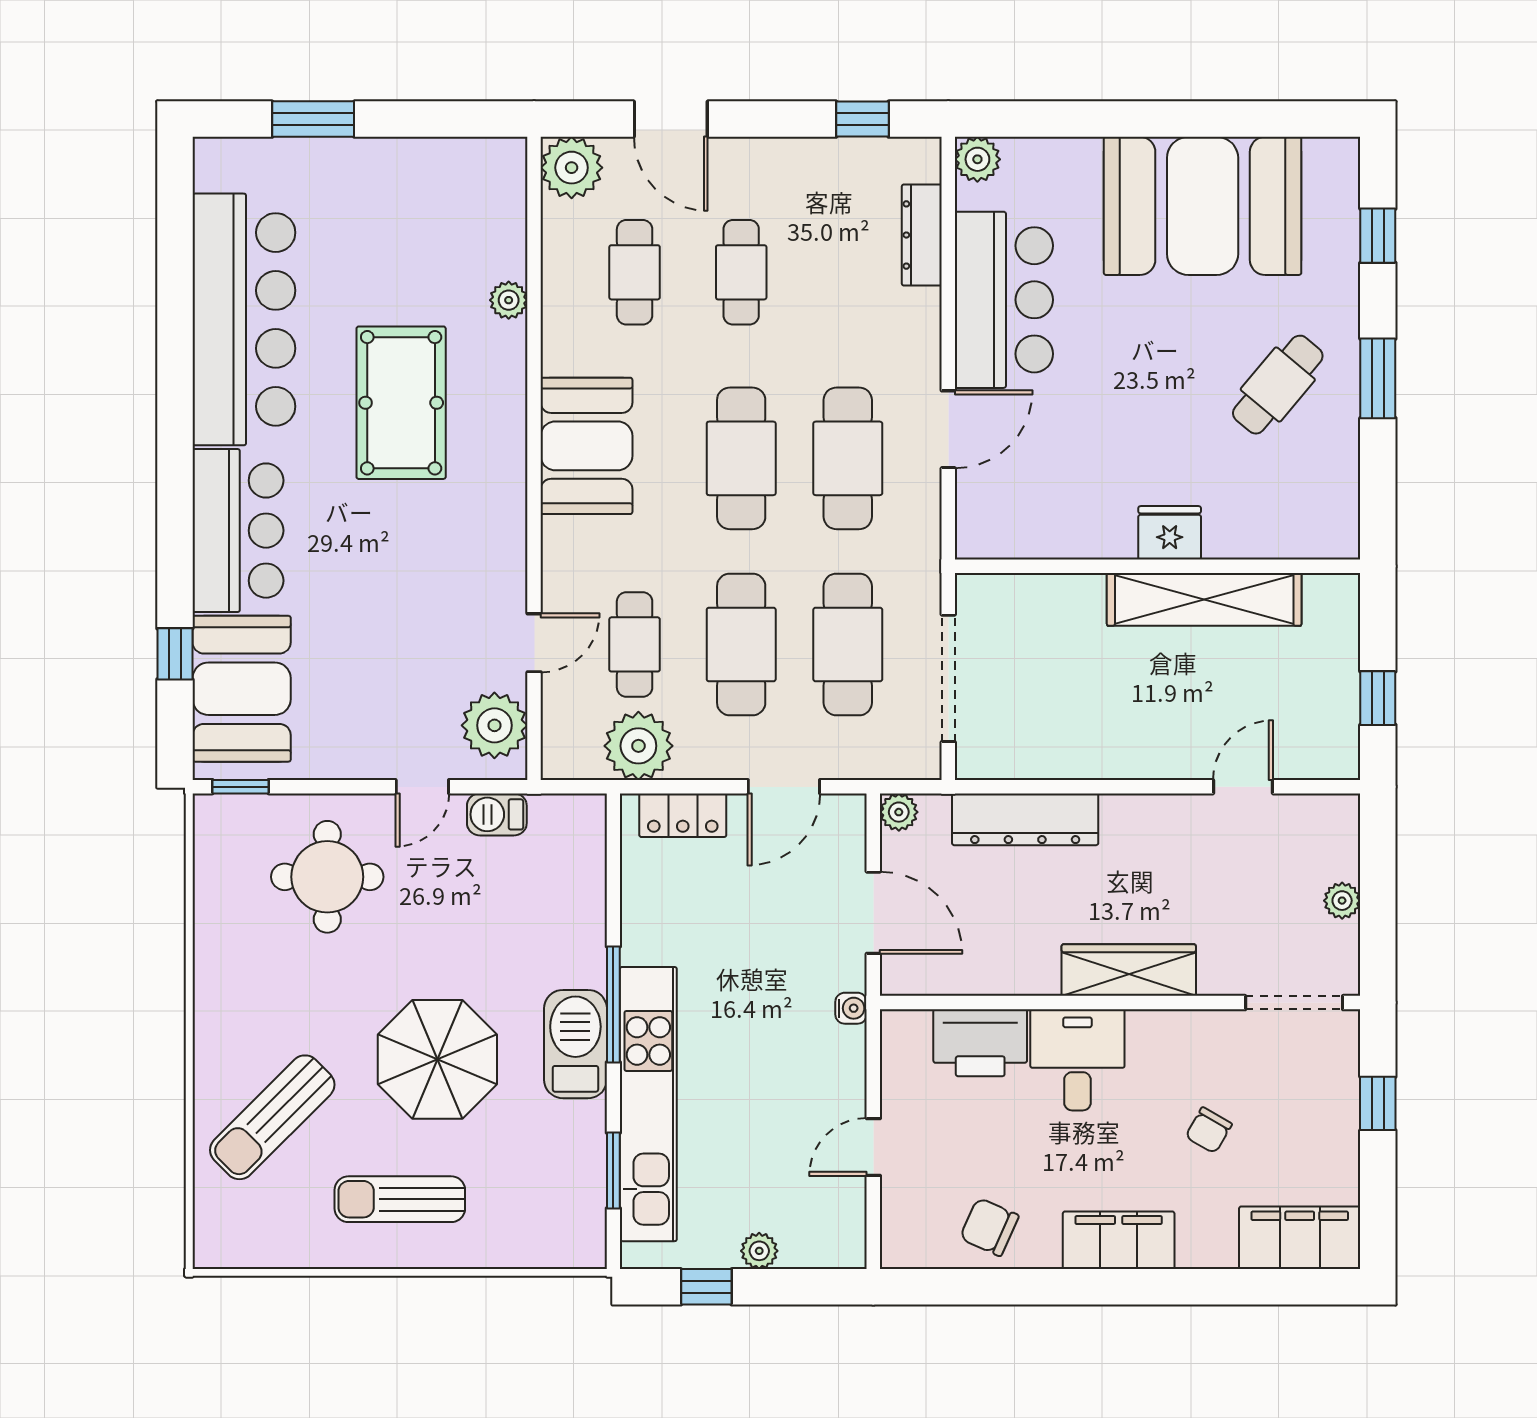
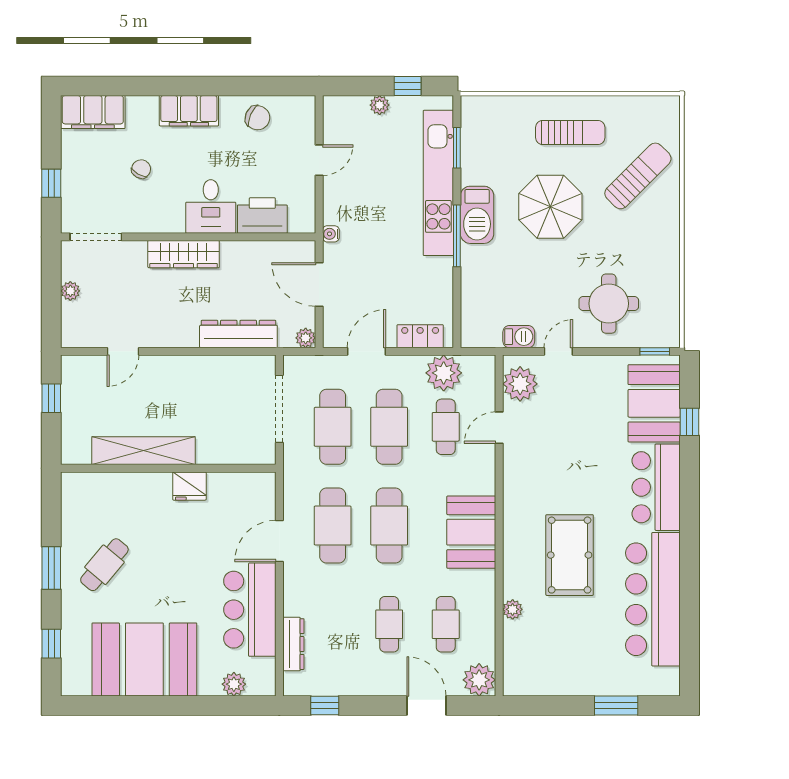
plant: (977, 159) -> (234, 684), moved
fridge: (1170, 533) -> (189, 486), moved

